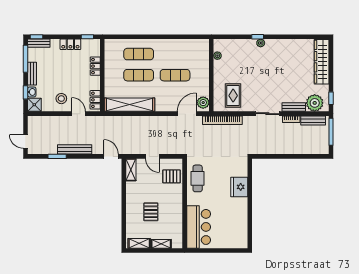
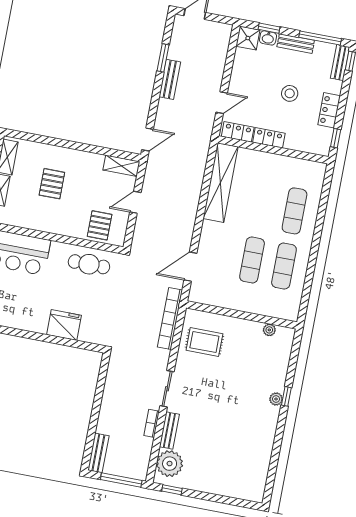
wardrobe: (322, 62) -> (230, 486), removed
locker: (95, 66) -> (269, 138), moved
exercise mat: (139, 75) -> (284, 266), moved
stool: (61, 99) -> (290, 93), moved
plant: (203, 103) -> (202, 295), removed
door: (187, 114) -> (190, 267), swing flipped
bench: (313, 120) -> (98, 453), moved
bench: (75, 149) -> (170, 79), width x0.73
pallet: (151, 212) -> (52, 184), turned 90

